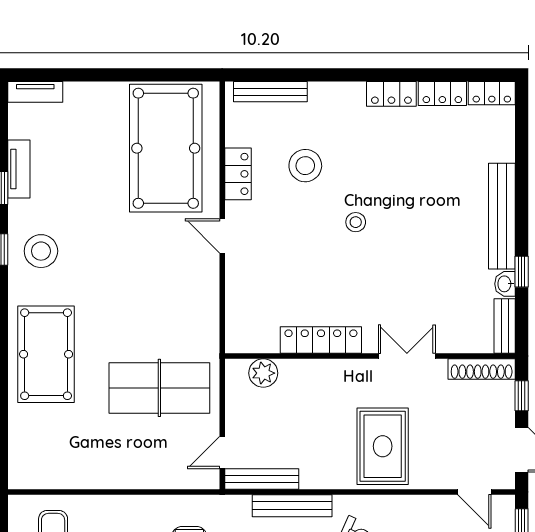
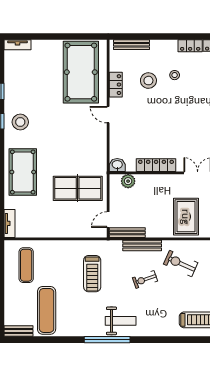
tv unit: (19, 169) -> (10, 223), moved
stool: (356, 222) -> (175, 75), moved
washbasin: (241, 340) -> (117, 165), added

